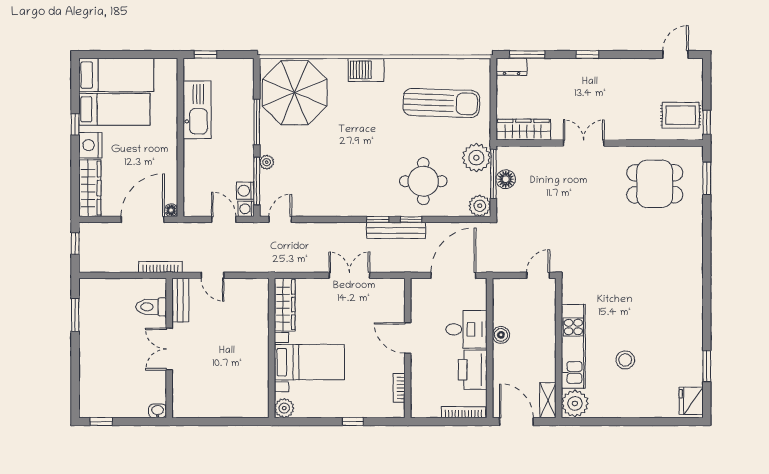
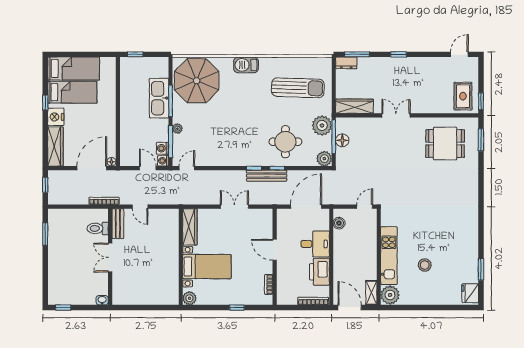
kitchen sink: (197, 110) -> (159, 98), moved, turned 180
rug: (681, 115) -> (463, 96), turned 90
boiler: (501, 335) -> (339, 223), moved

